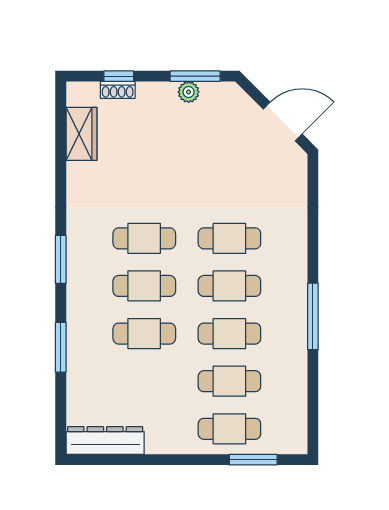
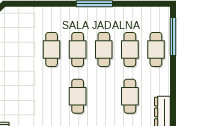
cafe table: (144, 238) -> (52, 96), removed
cafe table: (144, 334) -> (130, 96), moved
window: (253, 460) -> (173, 36), width x1.44

